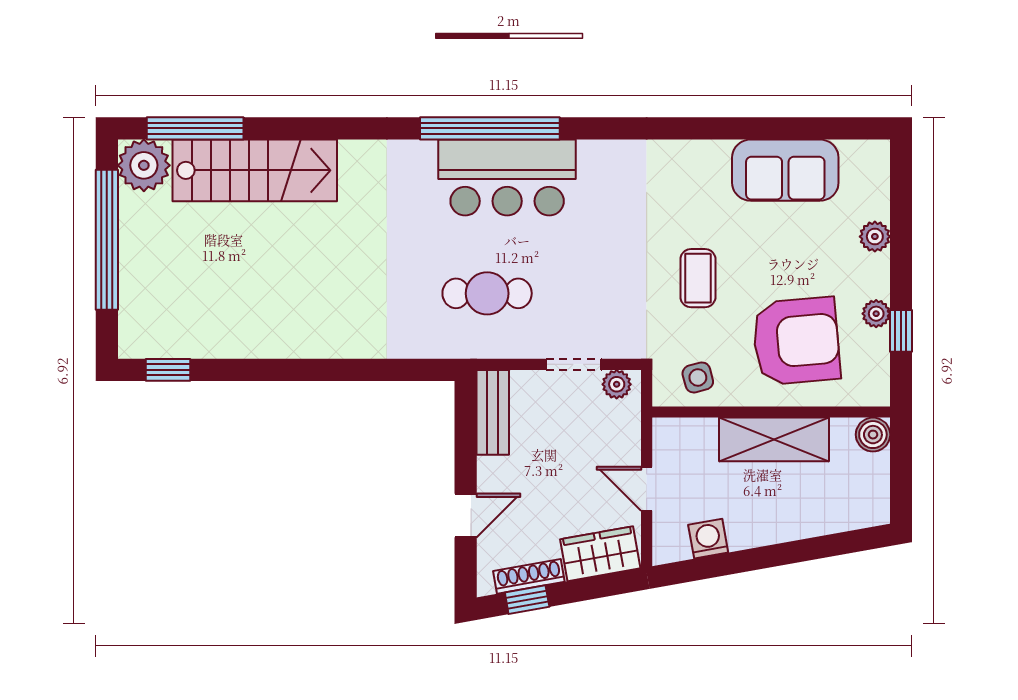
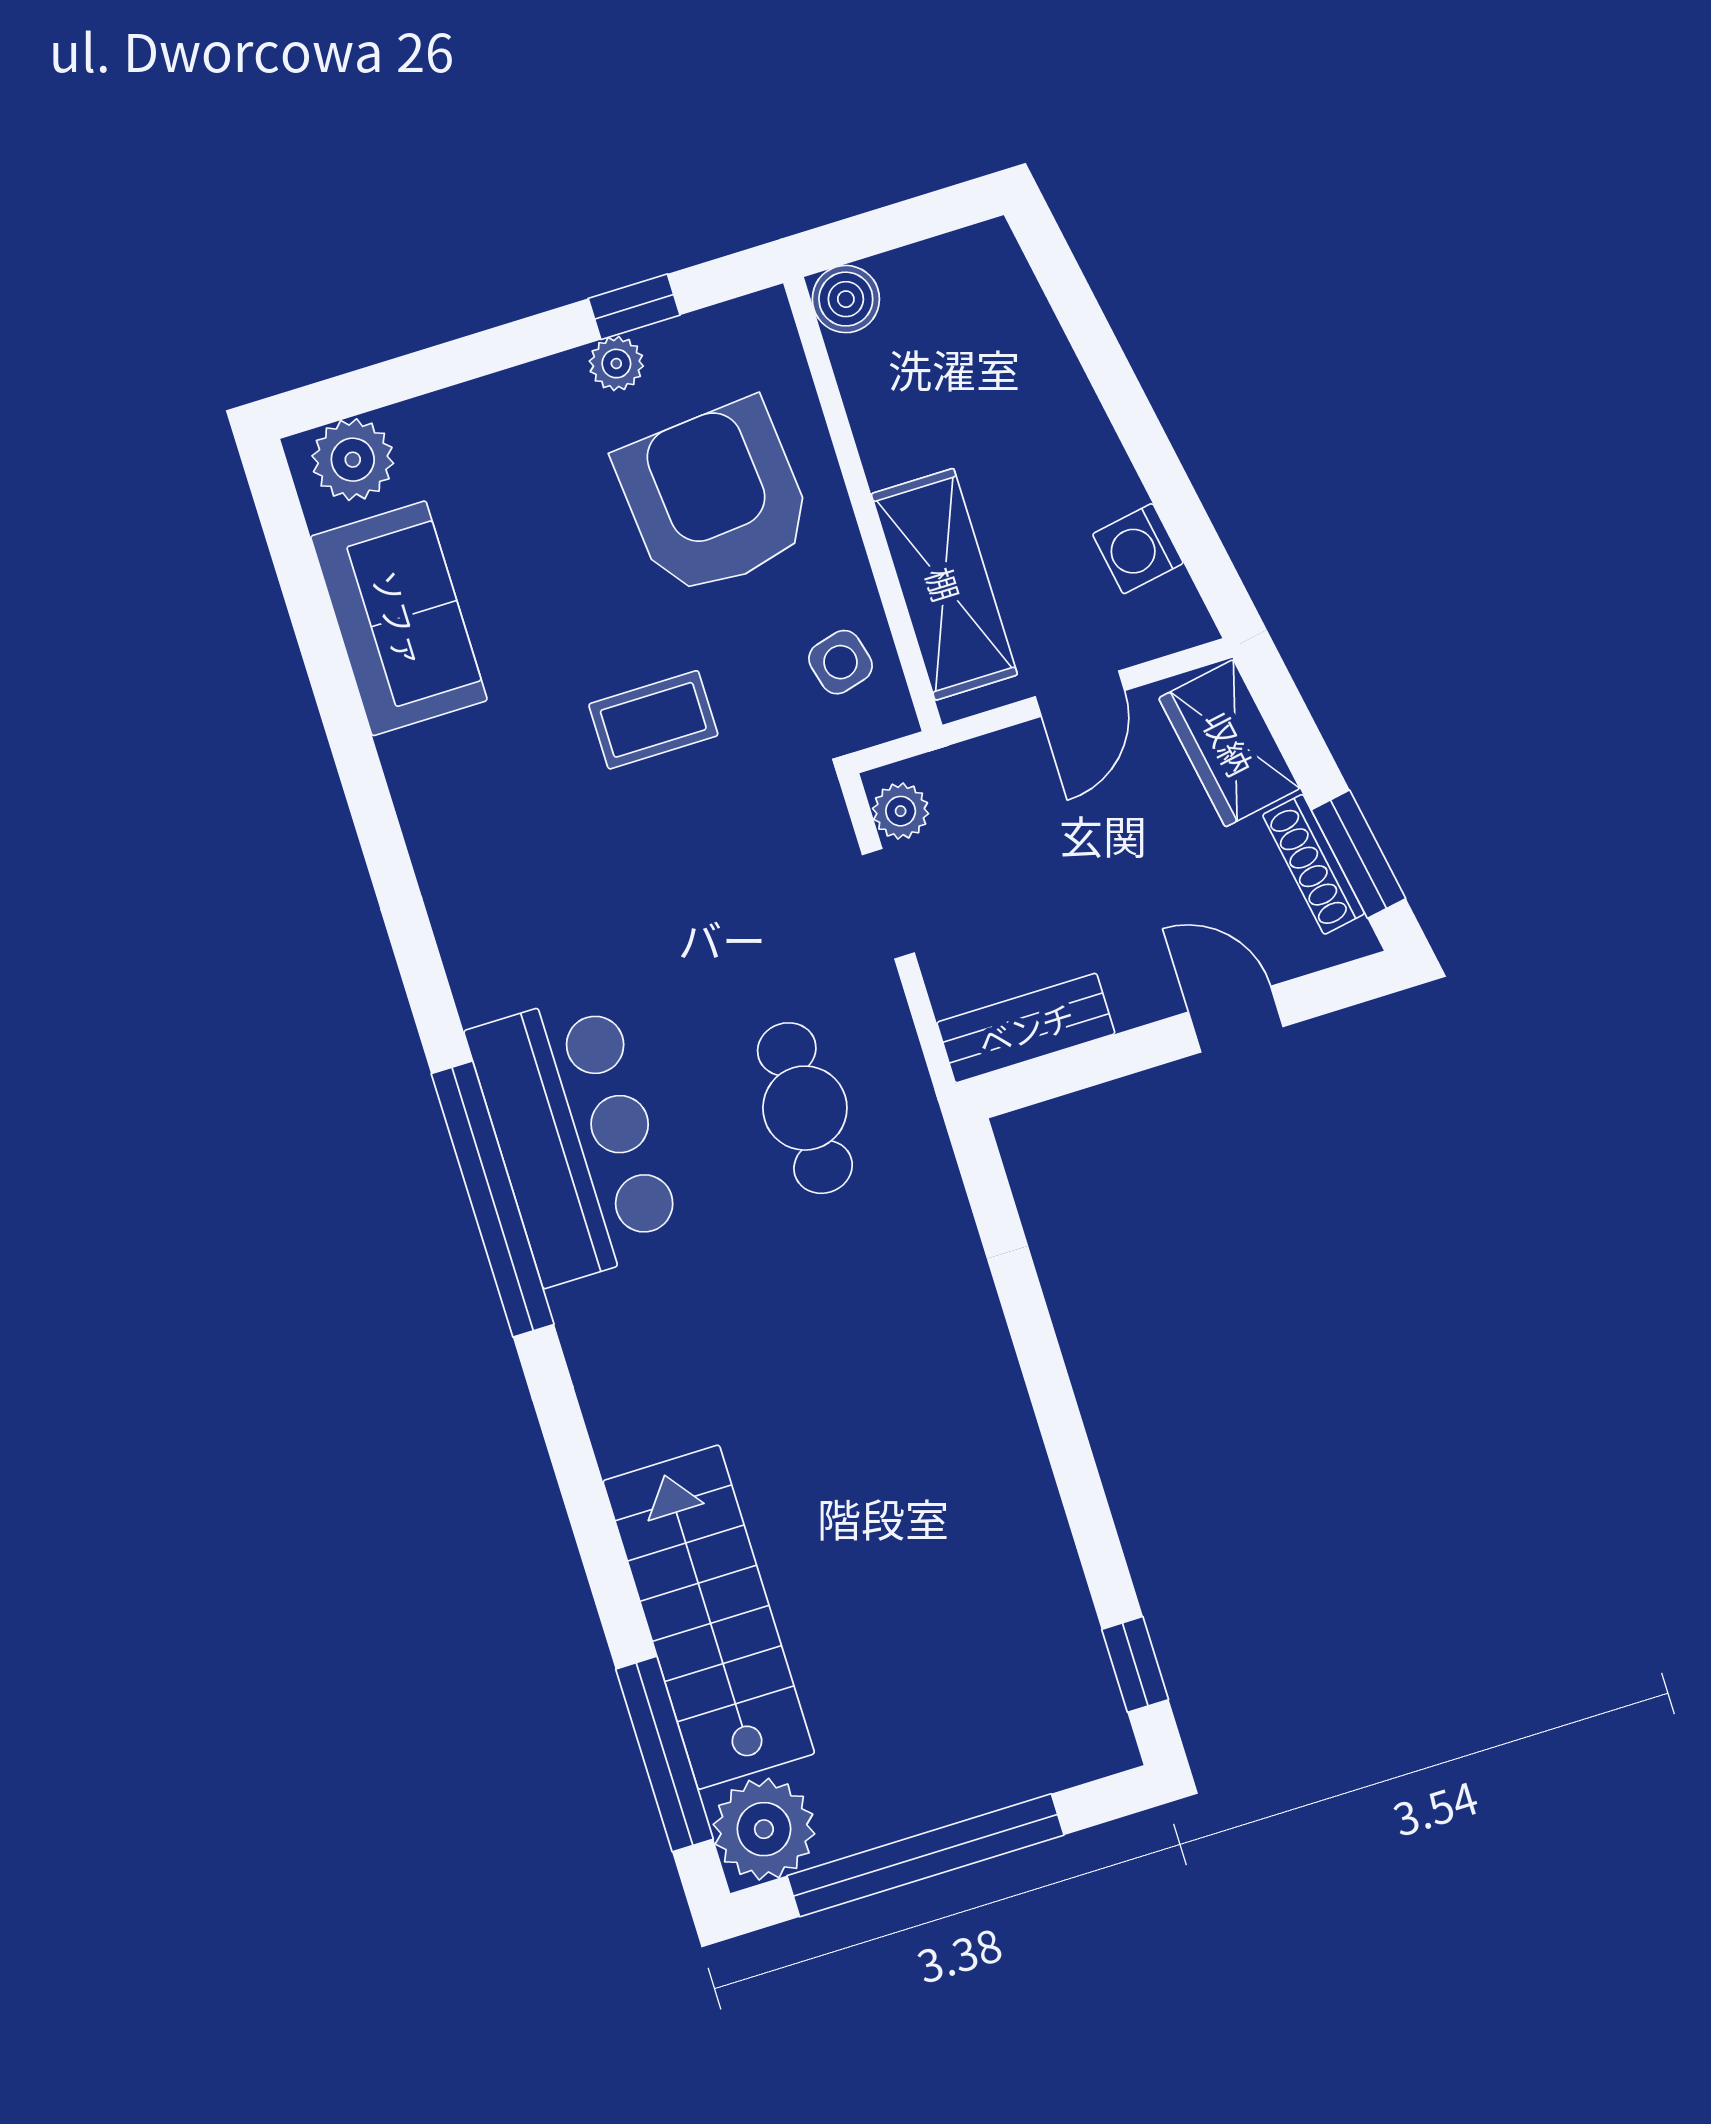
plant: (875, 237) -> (353, 460), moved, width x1.38, depth x1.38
shelving: (774, 439) -> (944, 584), moved
window: (527, 600) -> (1358, 854), width x1.50

